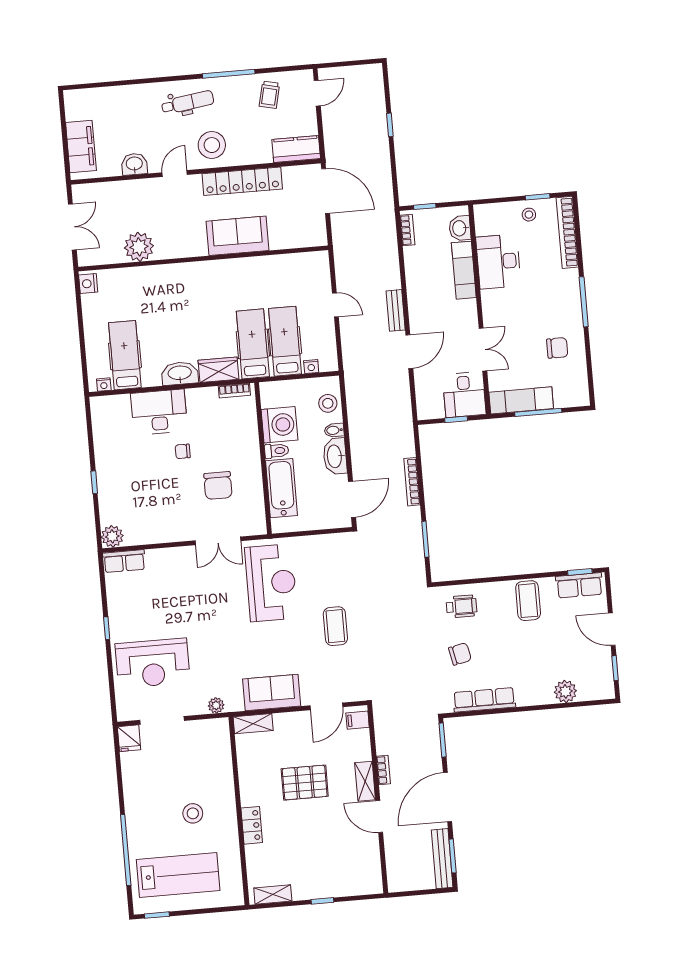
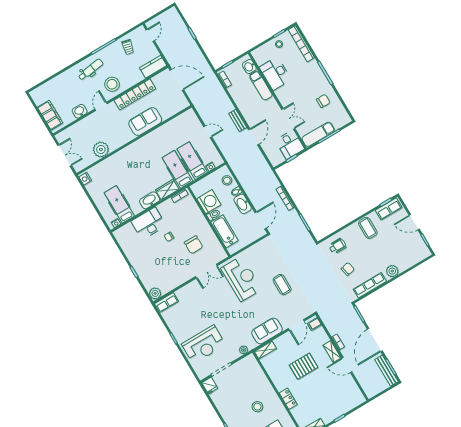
plant: (565, 691) -> (392, 271), moved

